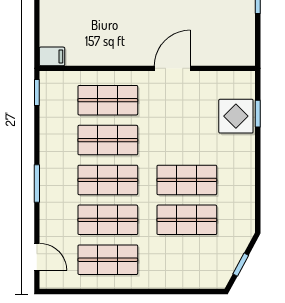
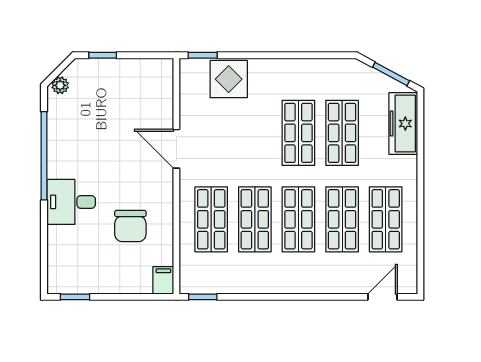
chair: (102, 26) -> (130, 226), added
window: (258, 114) -> (203, 55), moved
window: (37, 183) -> (302, 297), removed
window: (241, 265) -> (391, 74), width x1.50
freezer: (195, 276) -> (403, 124), added

